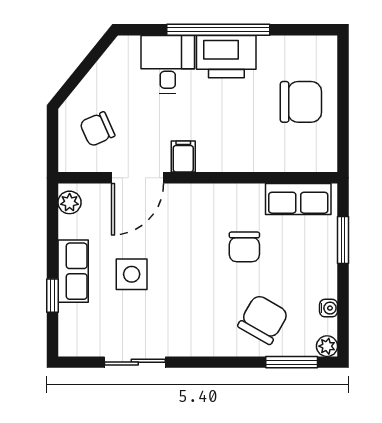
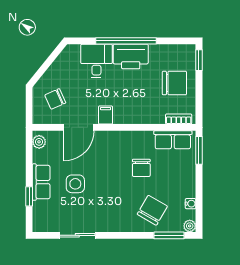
window: (343, 63) -> (199, 60), added
bookcase: (308, 163) -> (179, 119), added
window: (343, 240) -> (199, 150), moved

